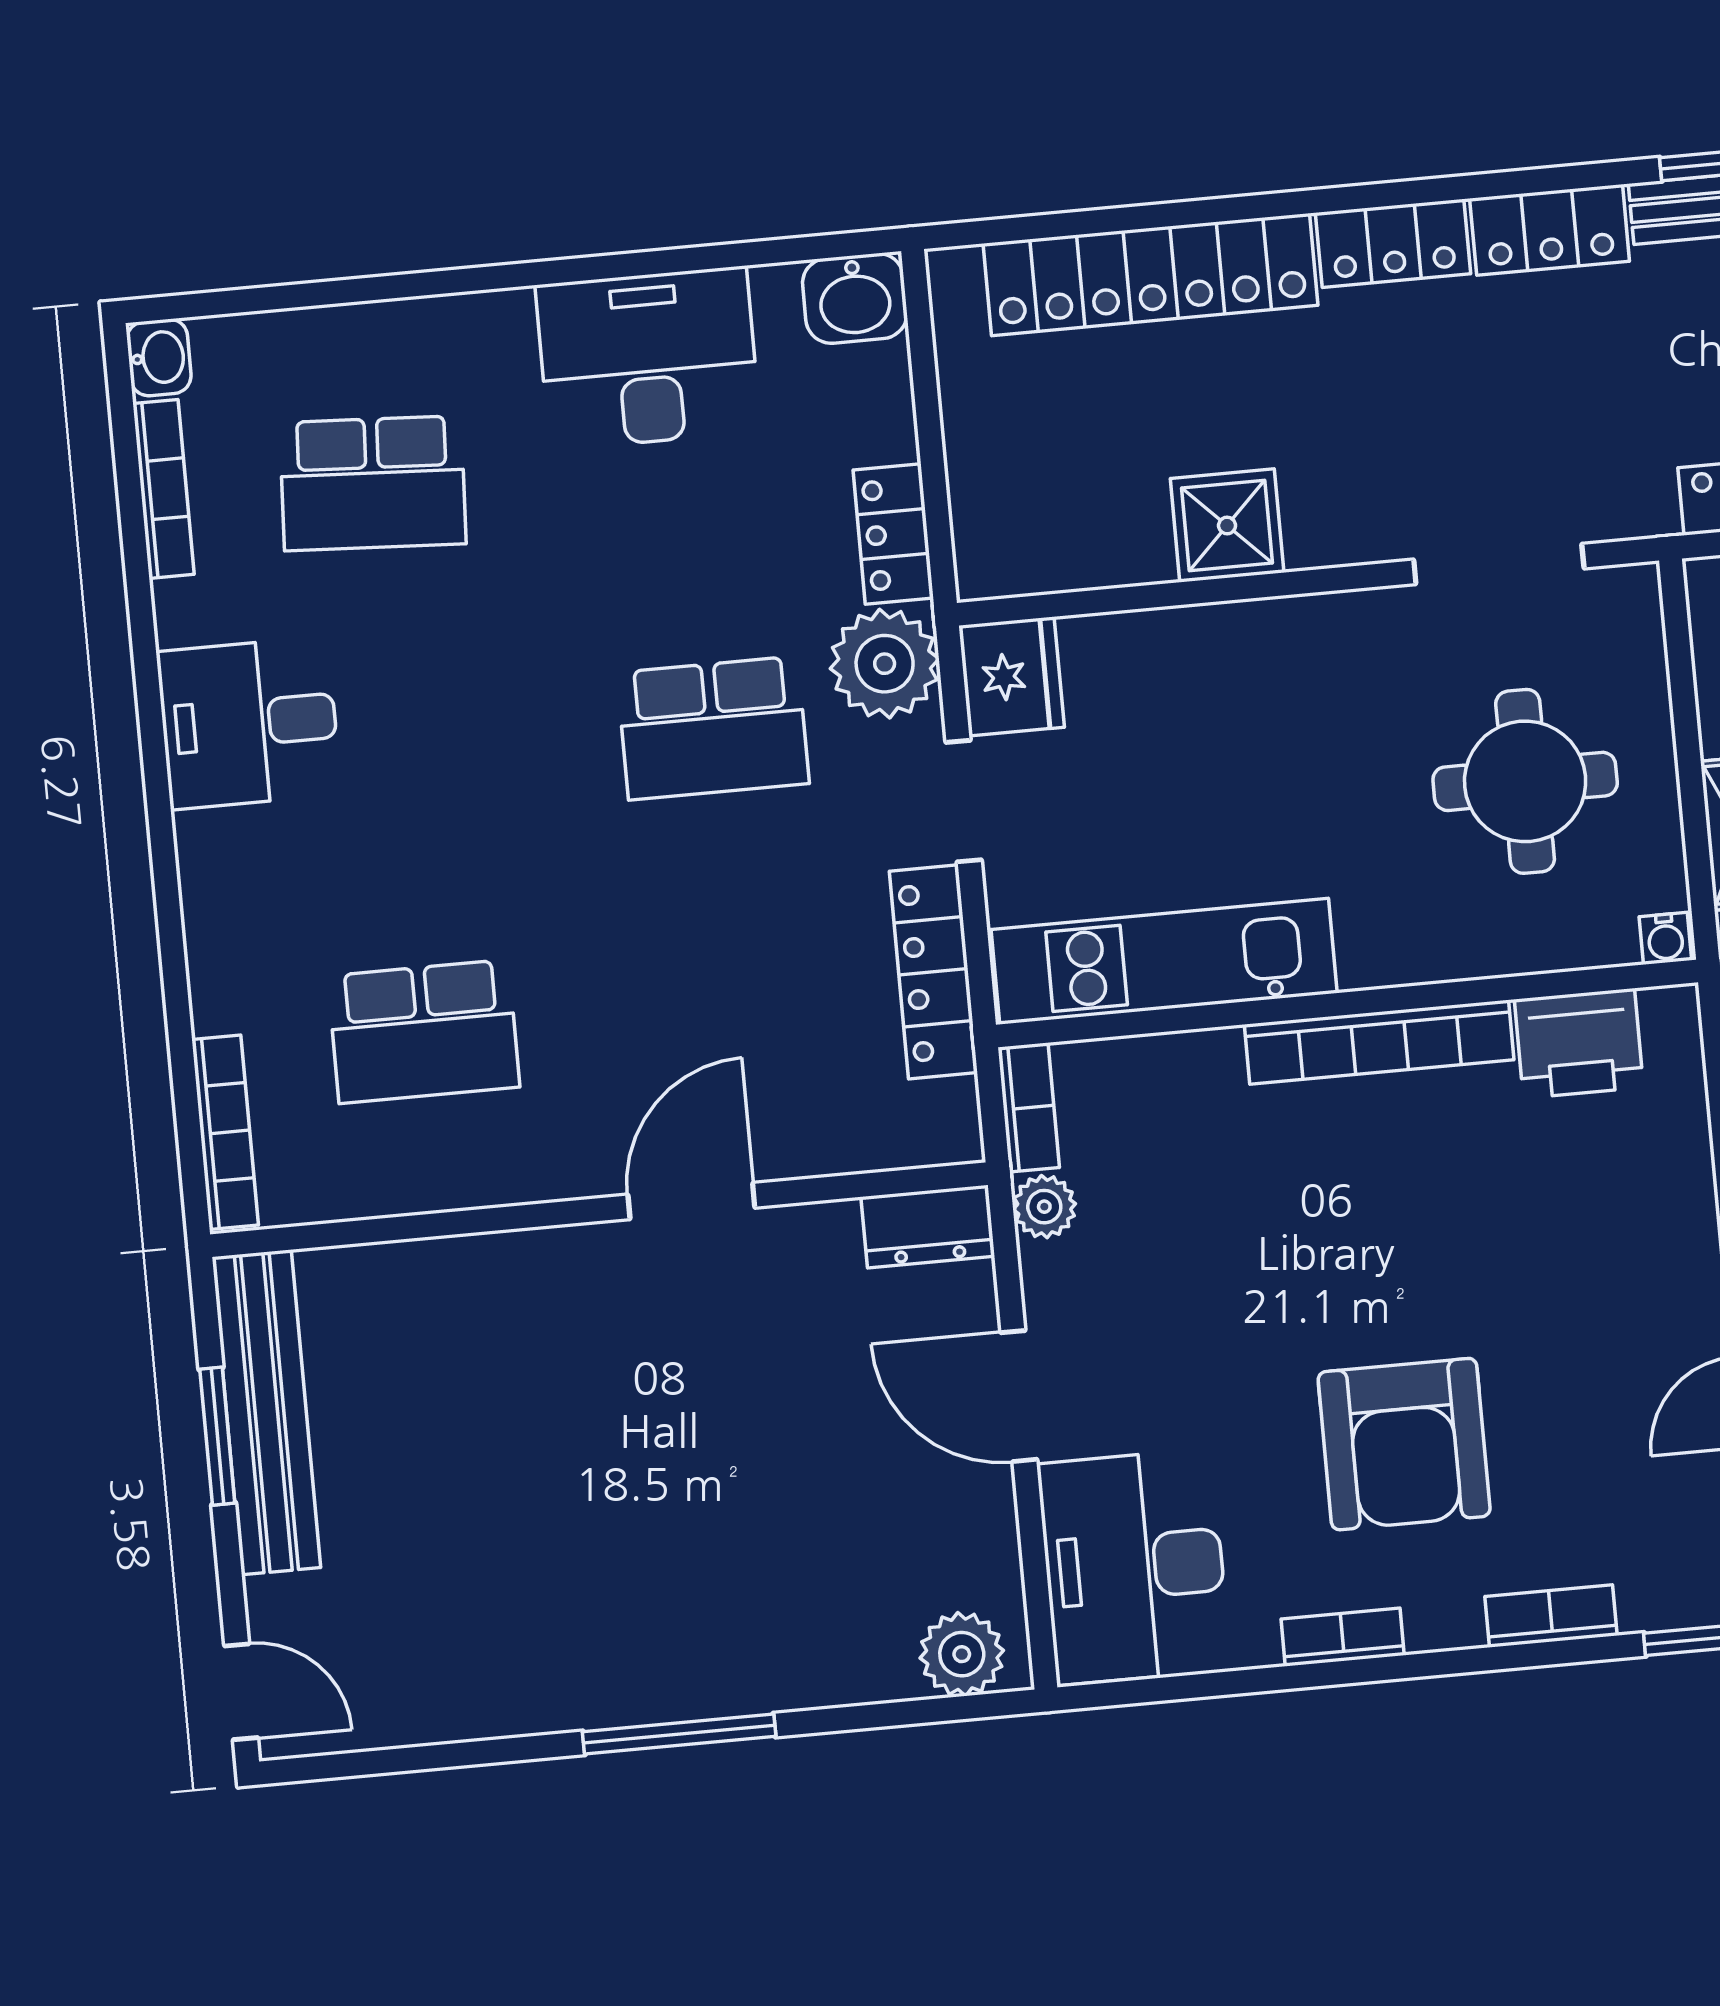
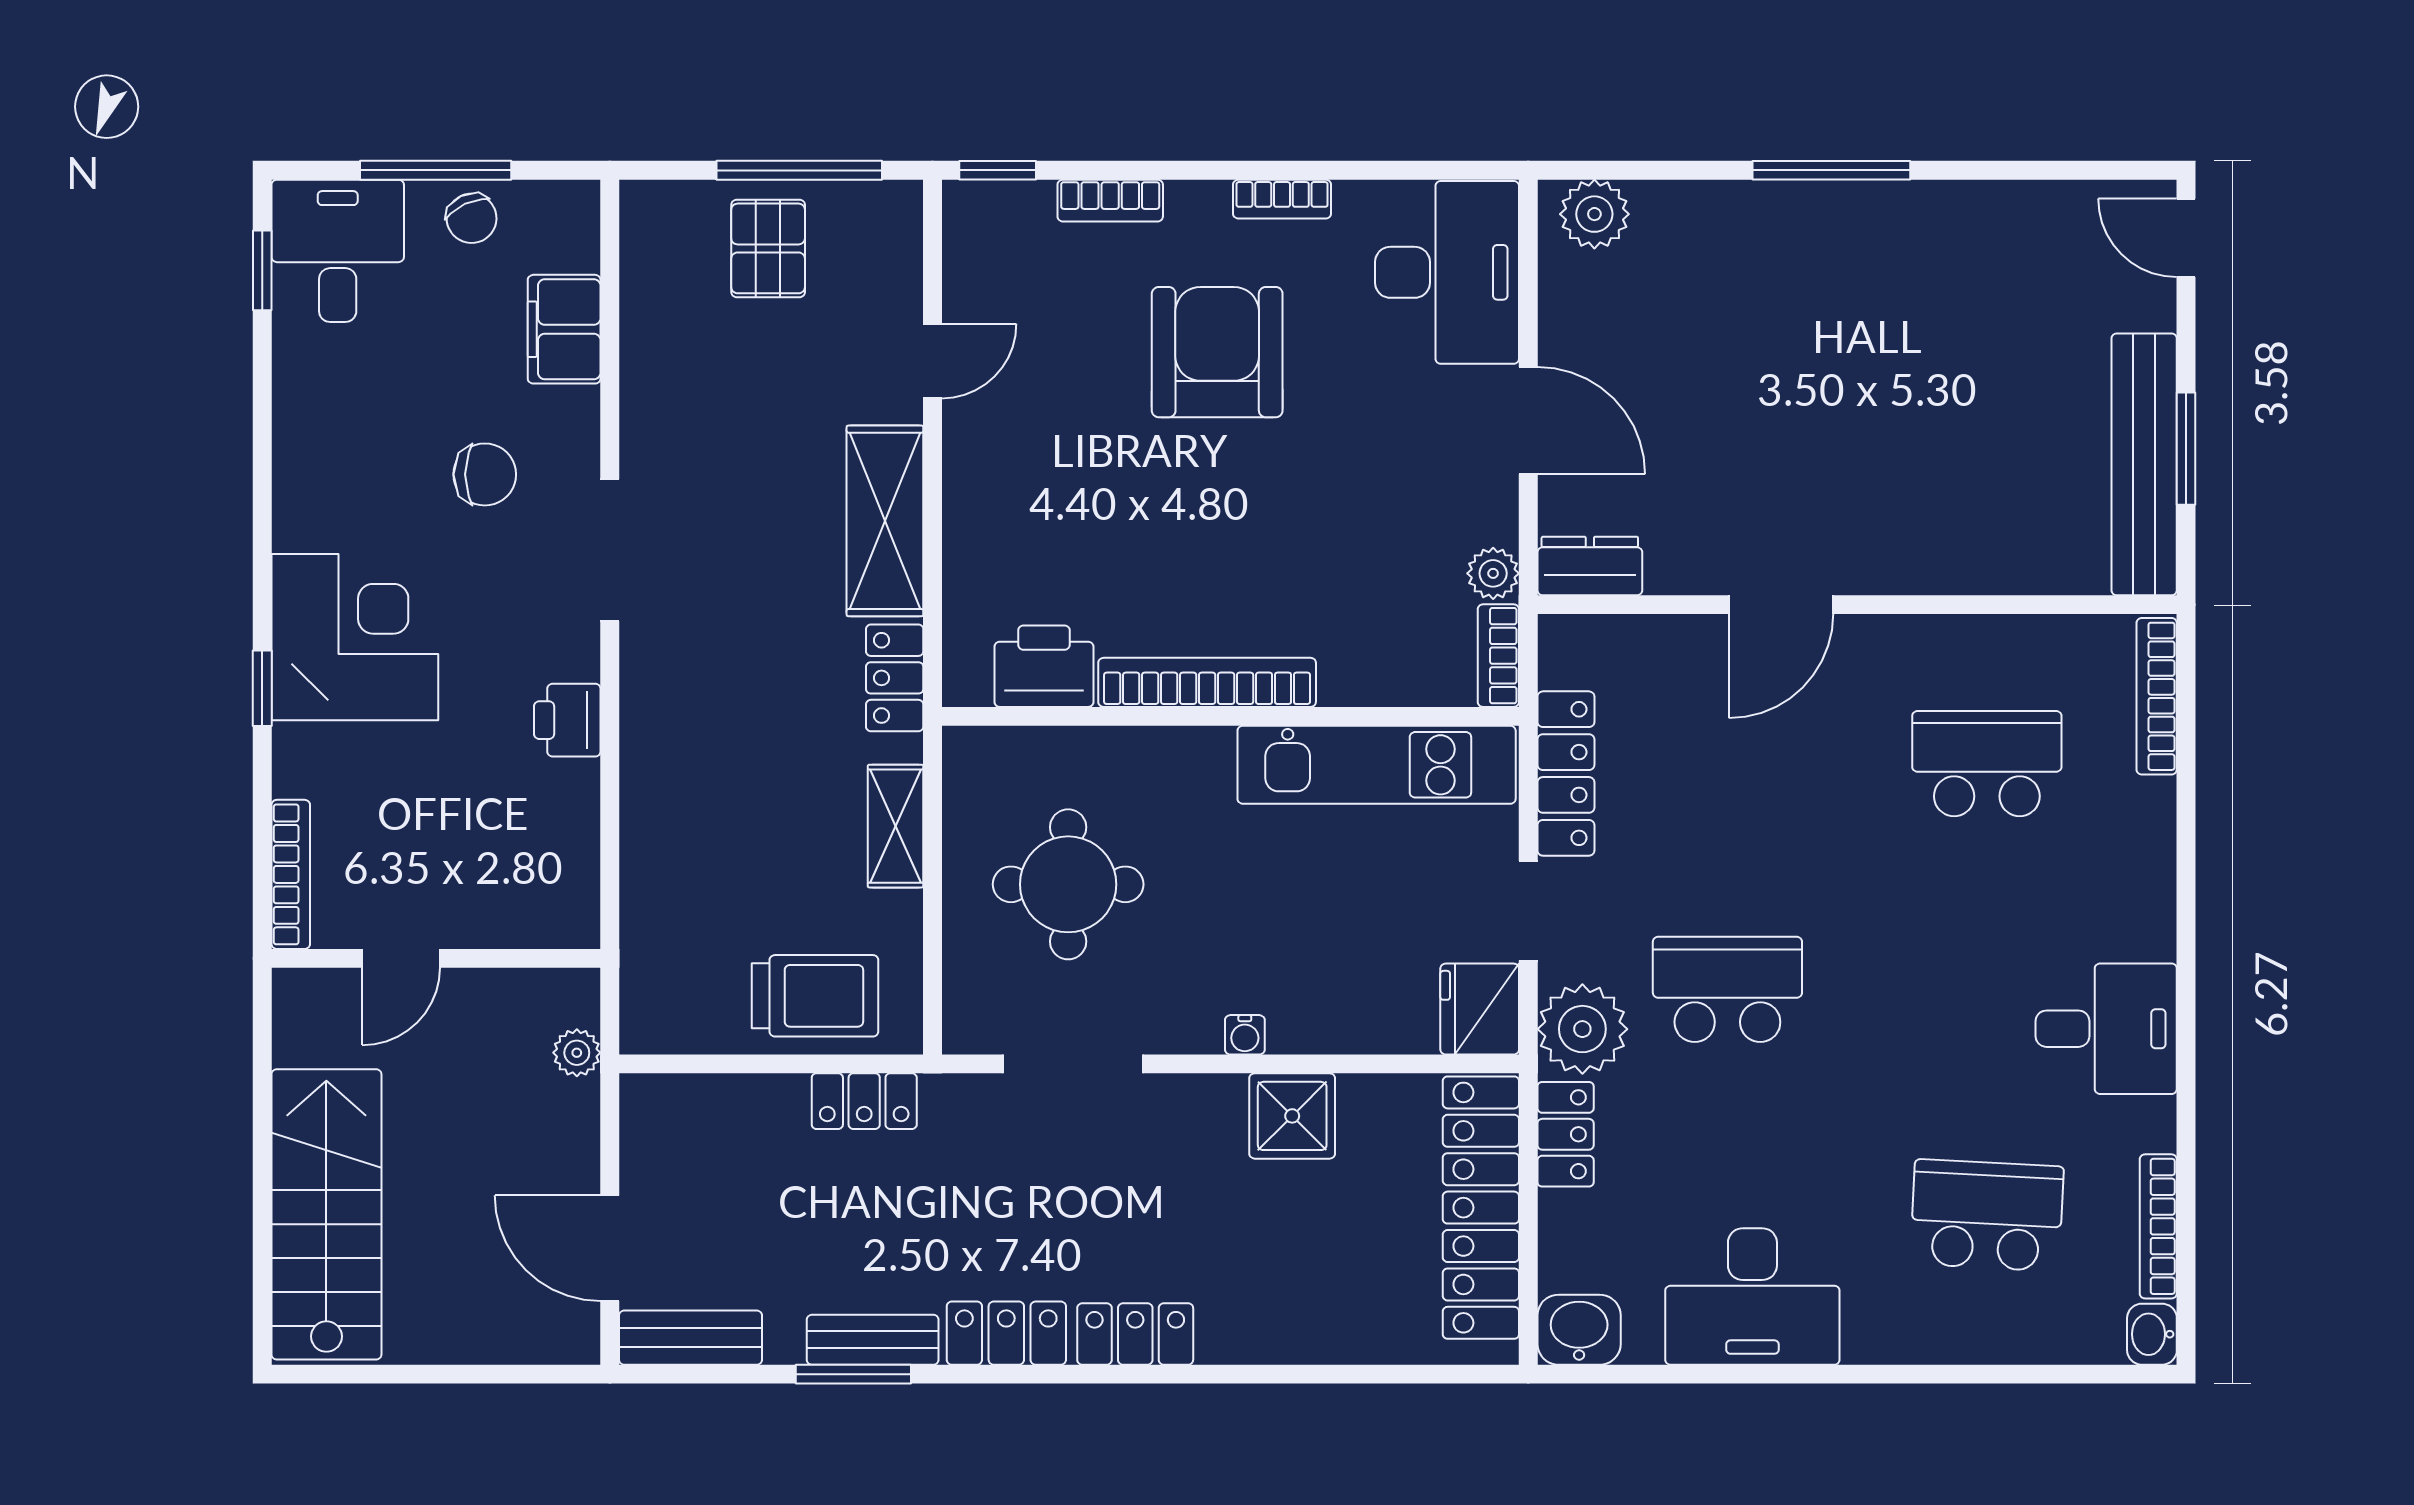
locker: (1150, 274) -> (1481, 1208), moved, turned -90
water cooler: (1665, 938) -> (1245, 1035), moved, turned 180

